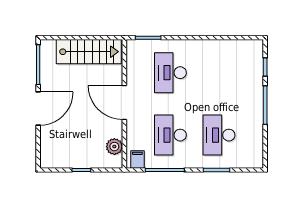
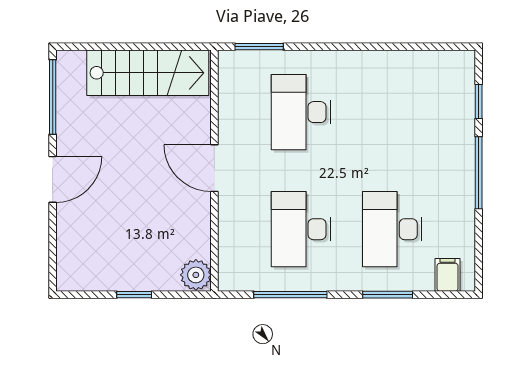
door: (124, 103) -> (214, 168), width x0.73
door: (38, 109) -> (53, 179), width x0.73
plant: (114, 147) -> (196, 275), moved
filing cabinet: (137, 159) -> (448, 275), moved

